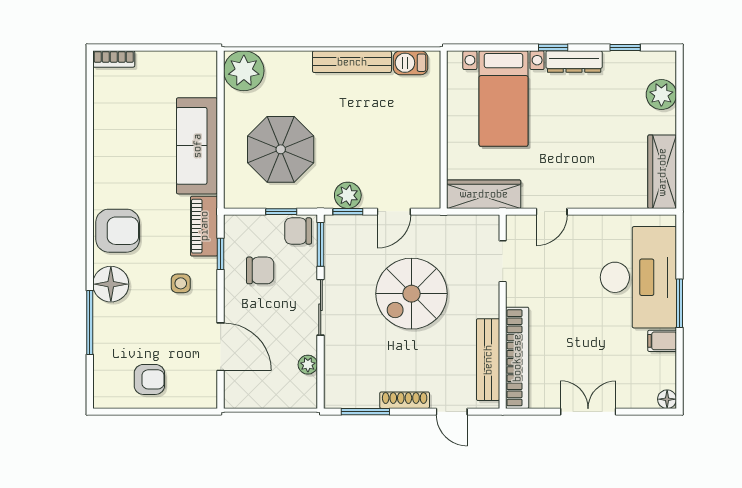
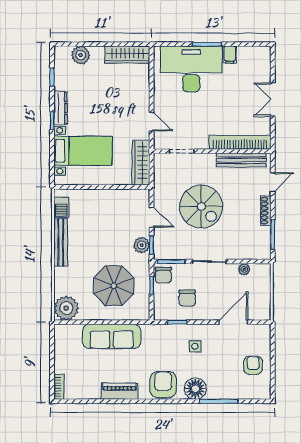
piano: (204, 226) -> (119, 391), moved, turned 180
chair: (260, 270) -> (187, 298), turned 180
floor lamp: (667, 399) -> (265, 52), removed

